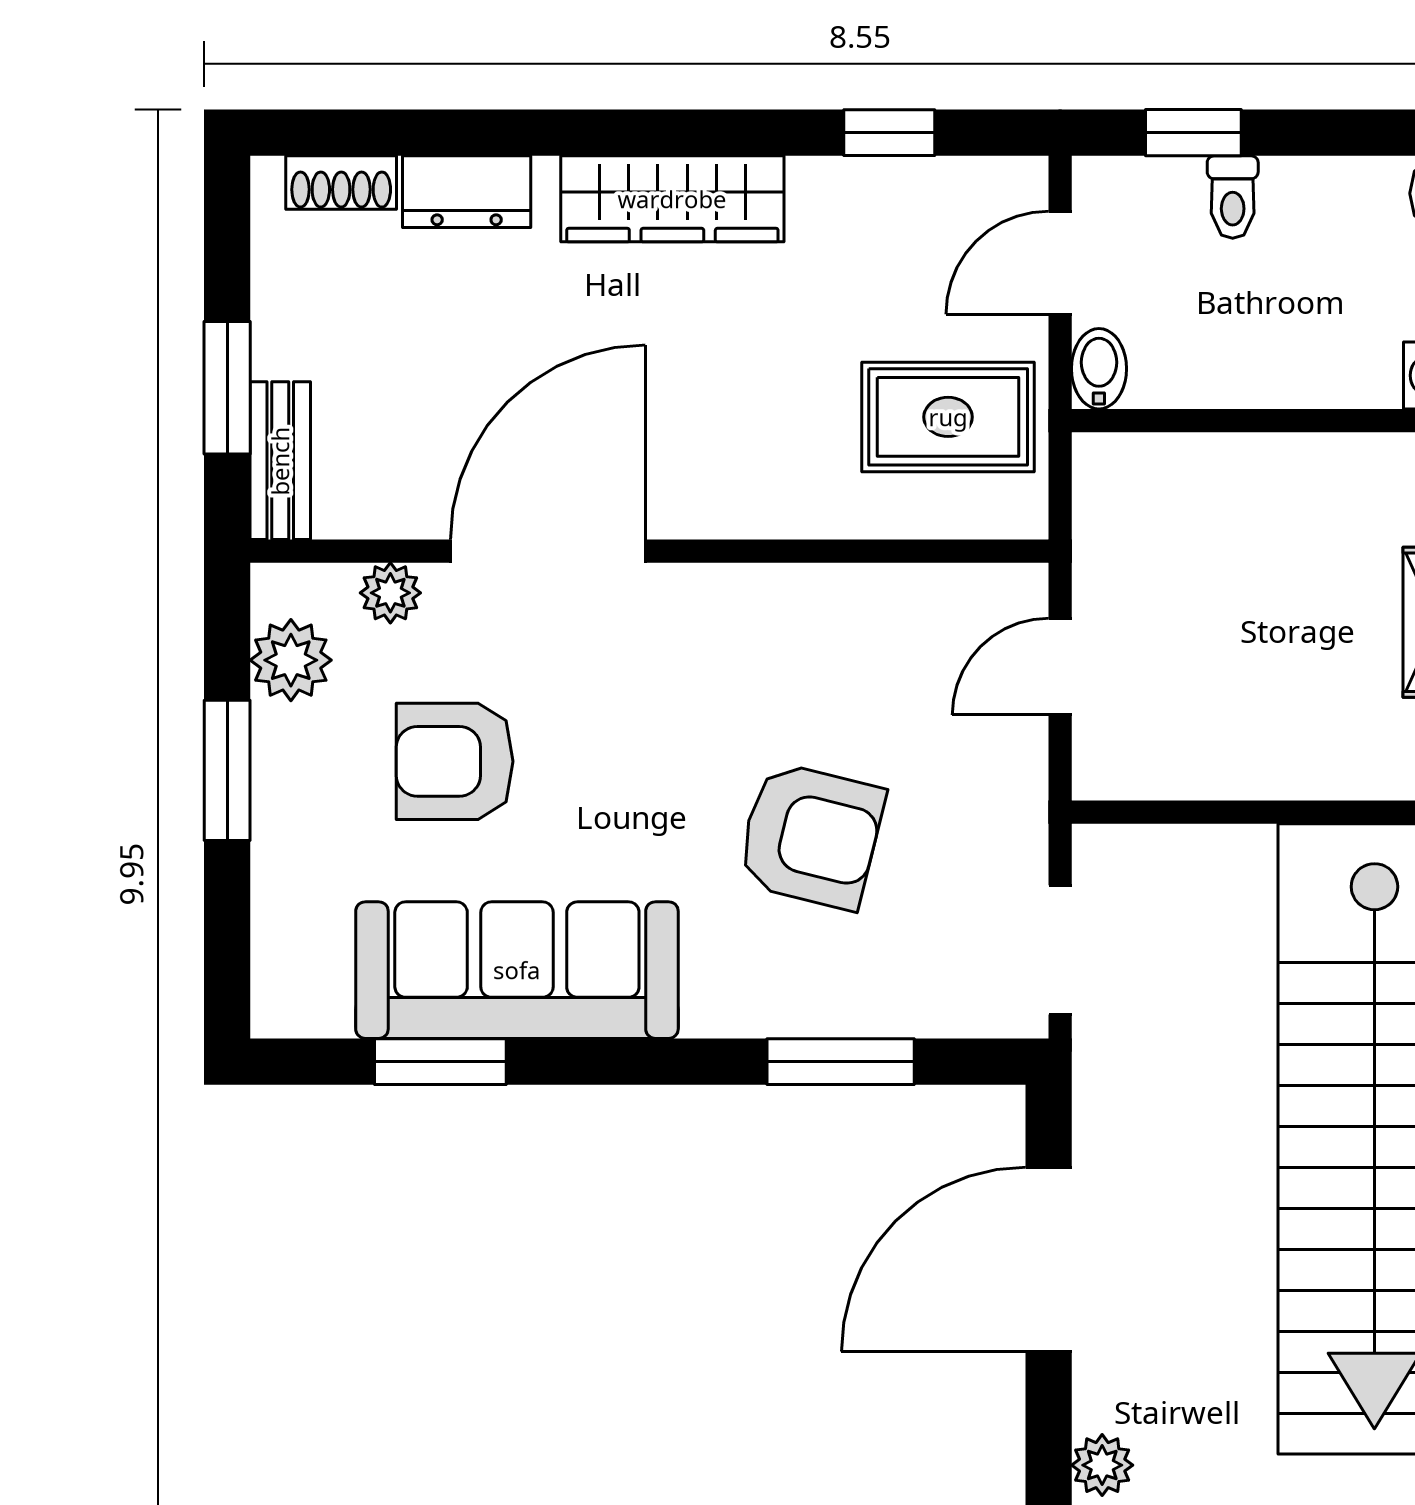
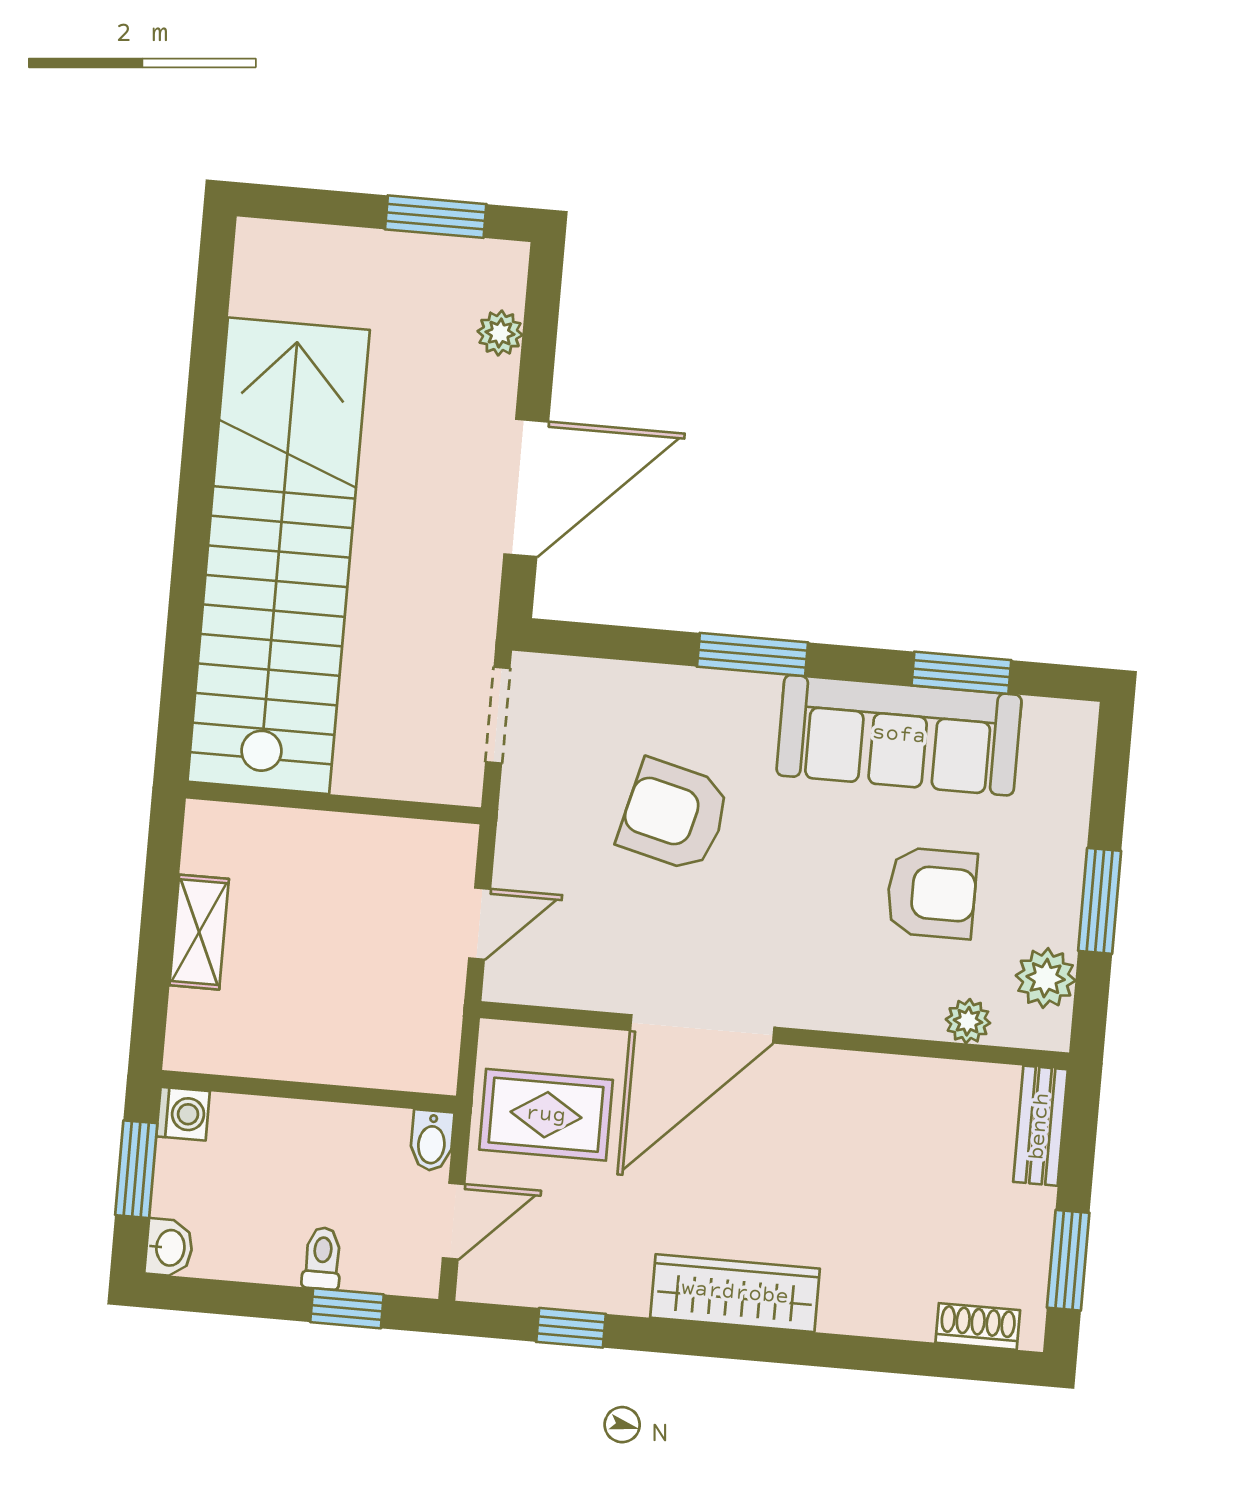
dresser: (467, 192) -> (886, 1312), removed
window: (227, 388) -> (1068, 1260), moved
door: (548, 551) -> (702, 1029), moved
window: (841, 1062) -> (752, 654), moved

